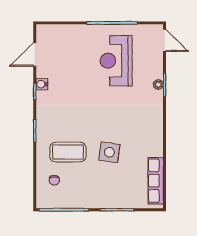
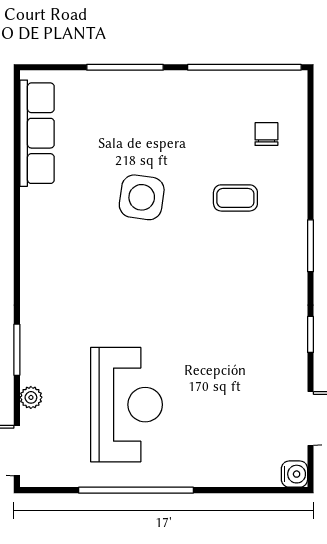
water cooler: (42, 84) -> (294, 474), moved
plant: (158, 84) -> (31, 397), moved
coffee table: (68, 152) -> (235, 198), width x0.54, depth x0.58

